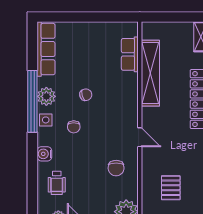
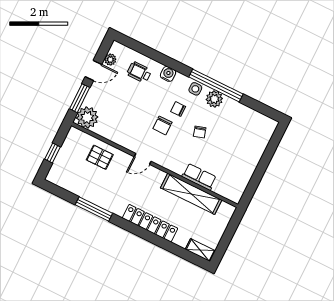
row of seats: (46, 49) -> (253, 118), removed
row of seats: (130, 54) -> (199, 177), moved
chair: (116, 168) -> (162, 125), moved, turned -90
pallet: (171, 188) -> (100, 157), moved

